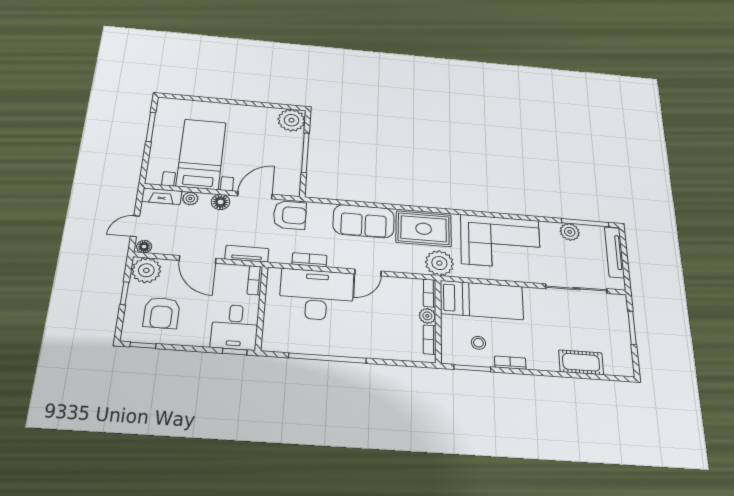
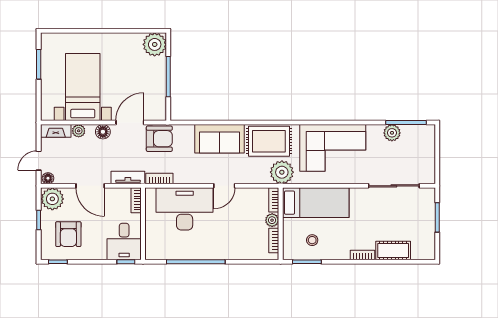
tv unit: (614, 252) -> (429, 149), removed
bookcase: (309, 260) -> (159, 179), moved
bookcase: (510, 363) -> (362, 255), moved

